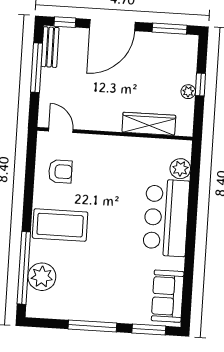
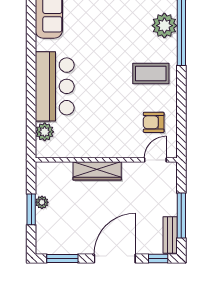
window: (200, 85) -> (31, 209), width x1.50
wardrobe: (149, 124) -> (97, 171), moved
door: (61, 130) -> (155, 160), swing flipped
coffee table: (60, 225) -> (151, 74), width x0.73, depth x0.76

